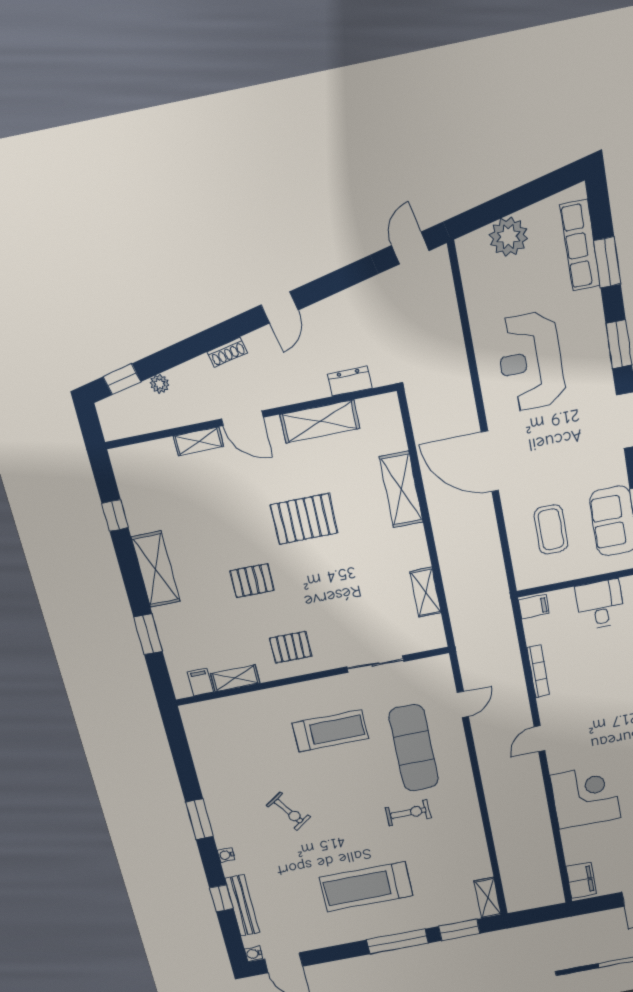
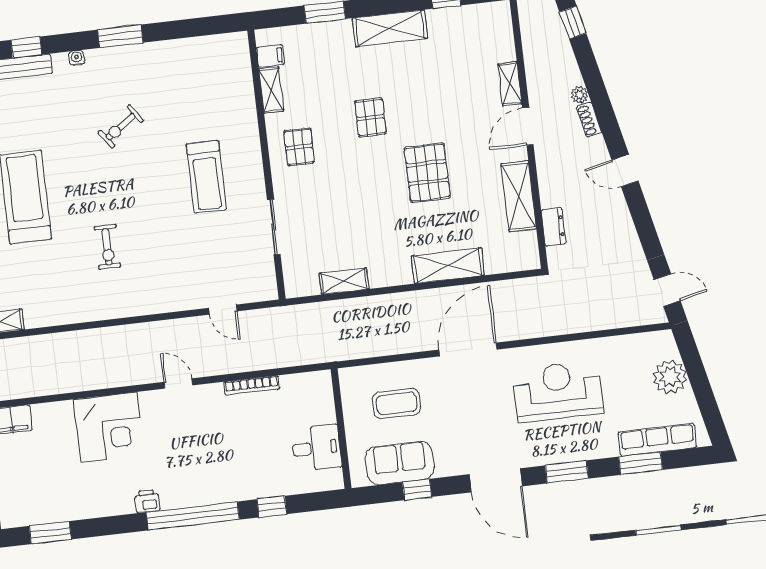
plant: (160, 384) -> (580, 95), moved
filing cabinet: (534, 607) -> (320, 384), removed
exercise mat: (414, 748) -> (180, 258), removed

